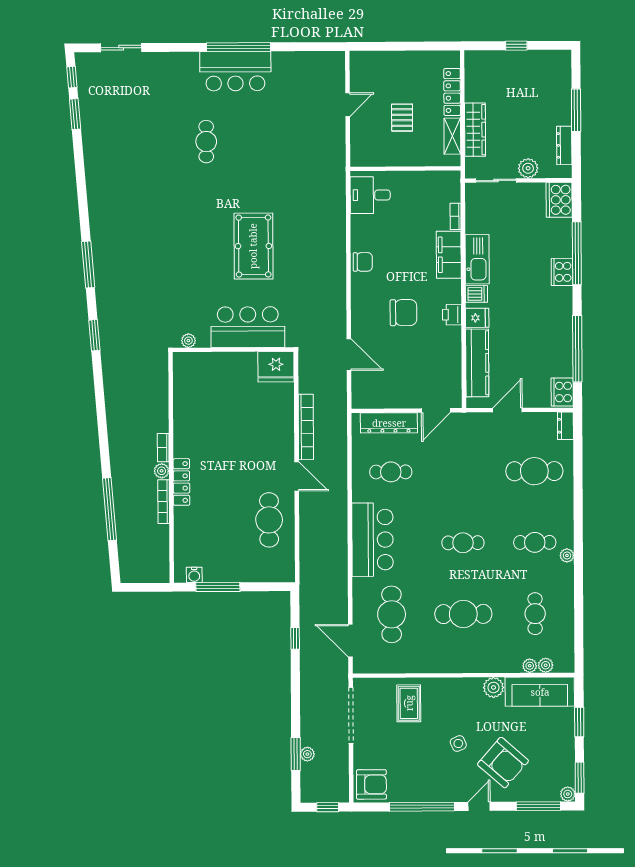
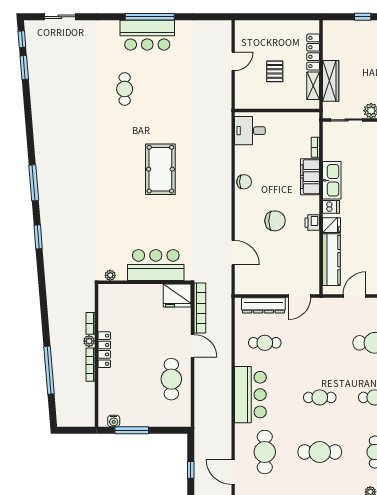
bar counter: (248, 327) -> (156, 265), moved
plant: (188, 341) -> (110, 275), moved
wall: (233, 350) -> (144, 282), moved
fridge: (276, 367) -> (177, 296), moved

